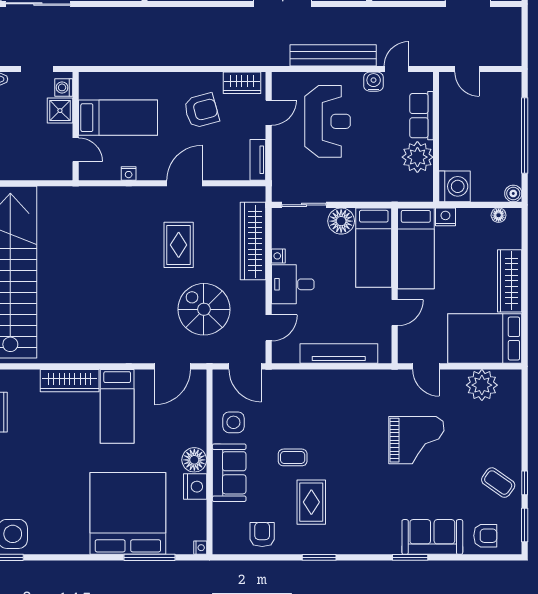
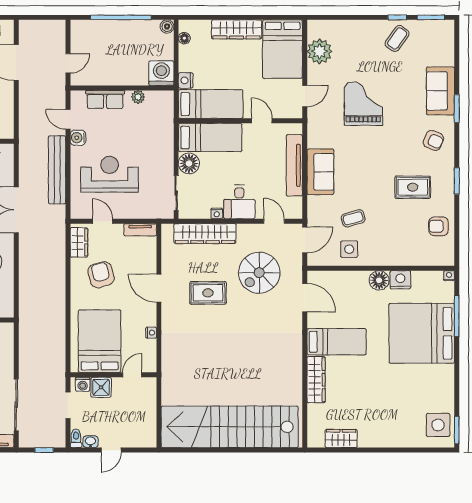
bed: (118, 118) -> (100, 341), width x1.50
plant: (417, 157) -> (138, 97), width x0.53, depth x0.53
coffee table: (293, 457) -> (353, 218), moved, turned 74
sofa: (229, 473) -> (320, 172), moved, turned 90
armchair: (485, 536) -> (433, 140), moved, turned 113

